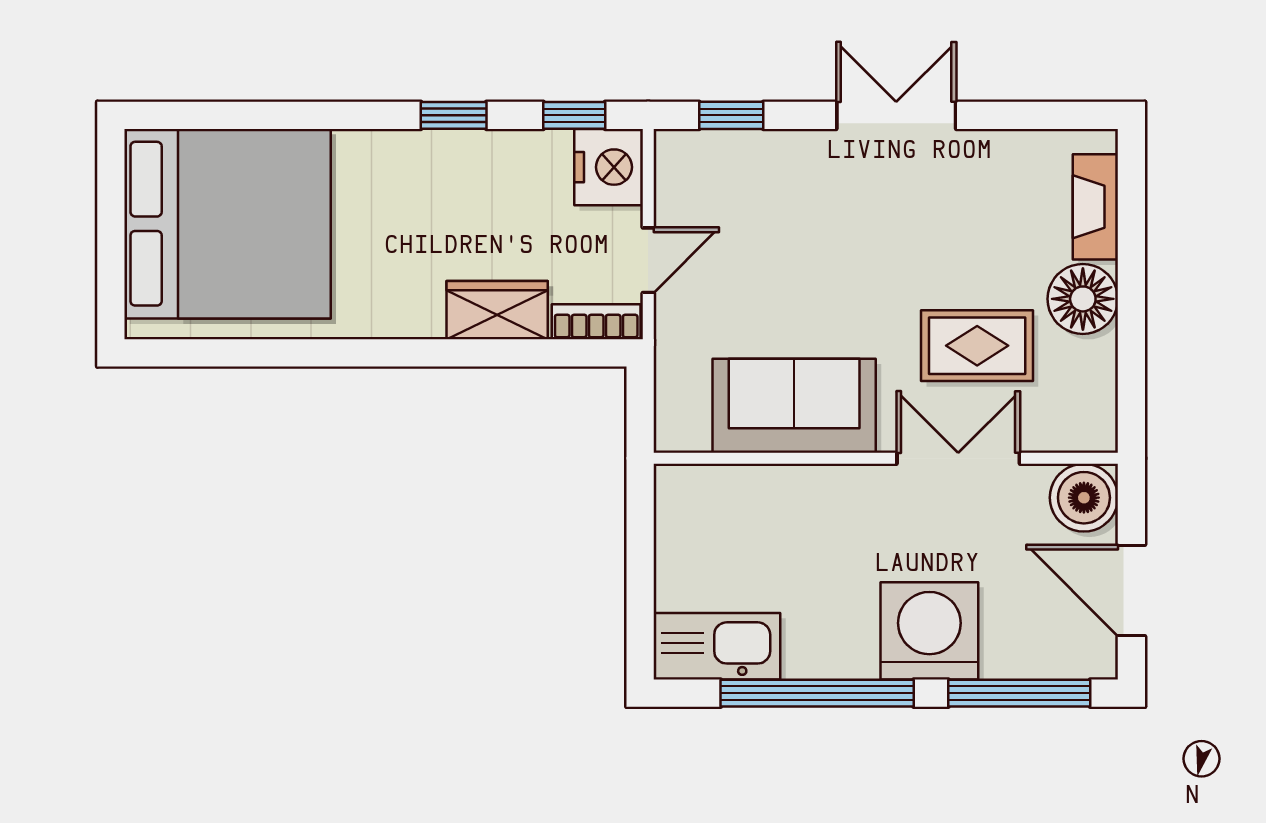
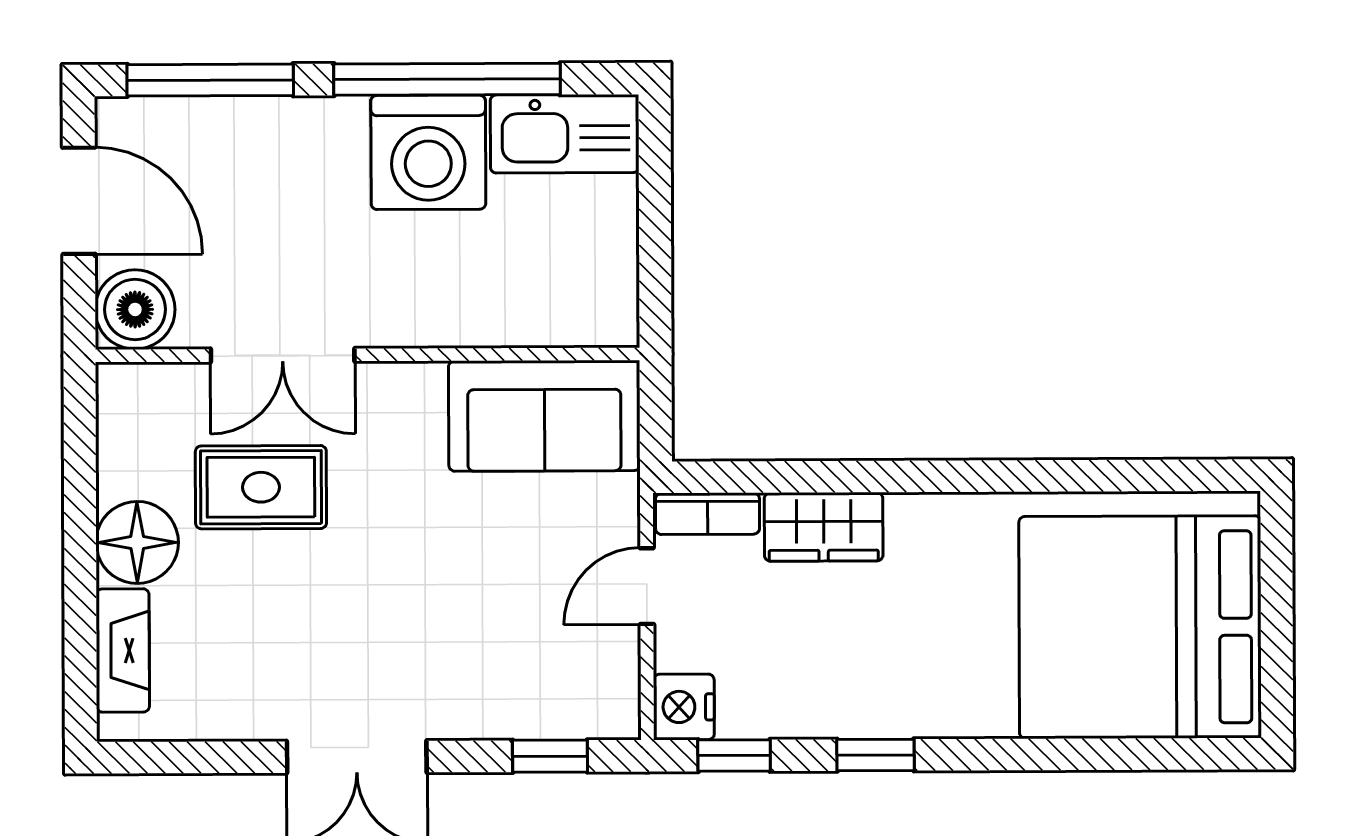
nightstand: (609, 167) -> (684, 707), width x0.74, depth x0.75
sofa: (794, 406) -> (544, 416), moved
washing machine: (929, 631) -> (428, 152), moved

